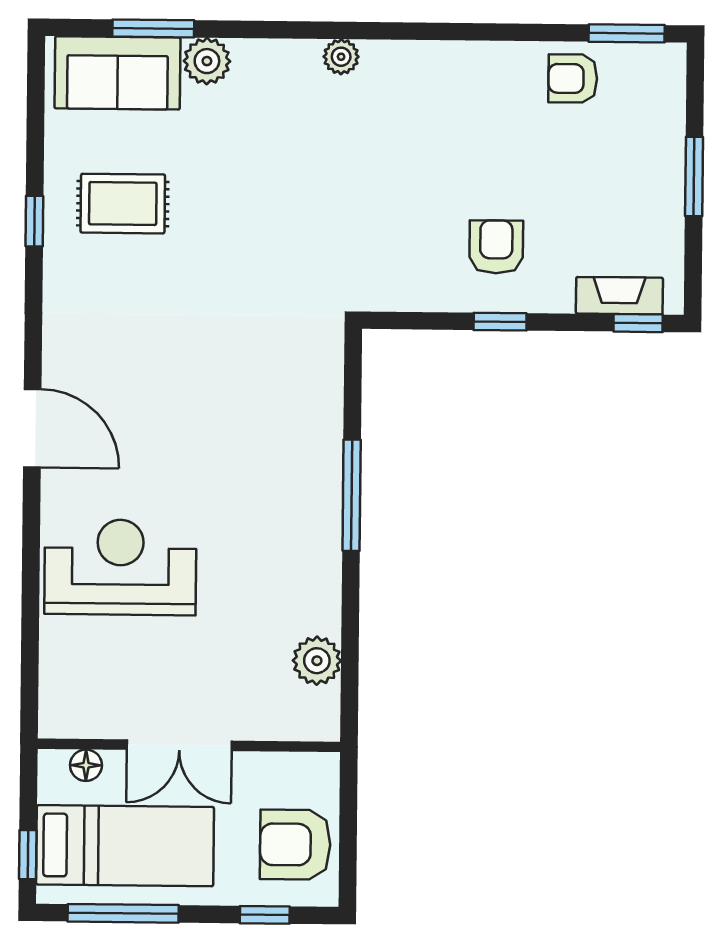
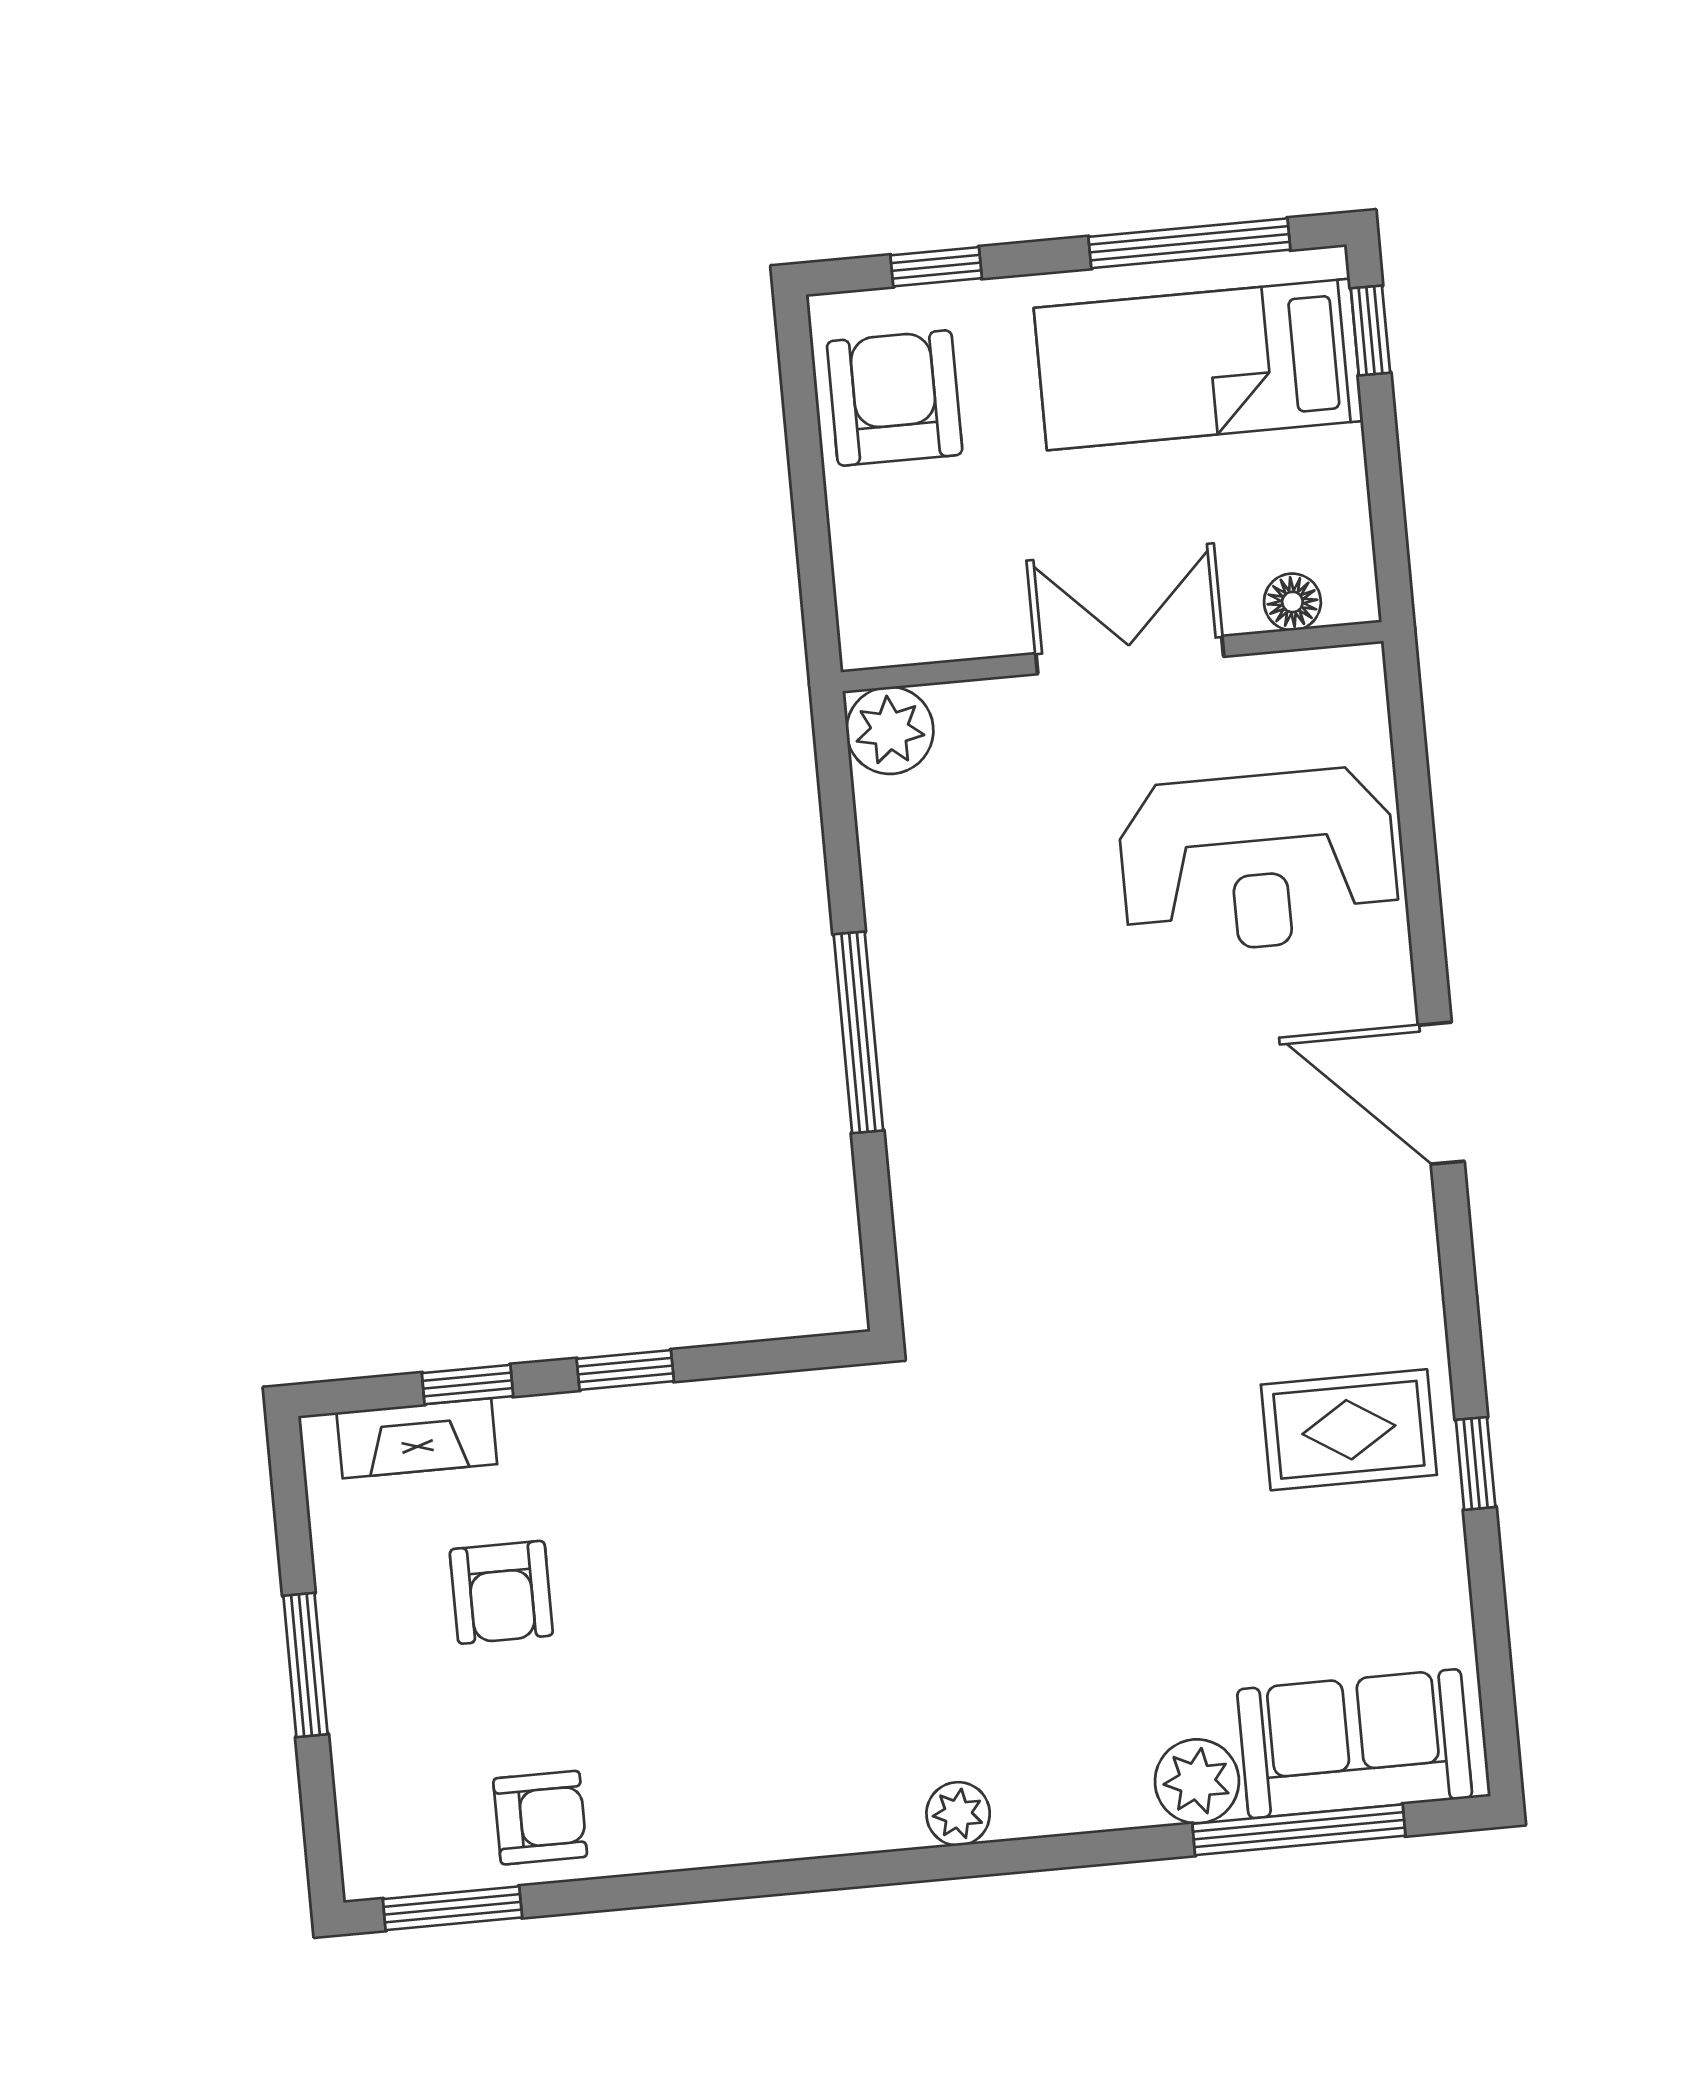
window: (153, 28) -> (1299, 1830), width x1.44
rug: (123, 204) -> (1349, 1430), moved
armchair: (496, 247) -> (501, 1592), moved
window: (638, 323) -> (468, 1385), moved
double door: (179, 745) -> (1130, 655), moved
wall: (189, 745) -> (1112, 657), moved
floor lamp: (86, 765) -> (1292, 602), moved
armchair: (295, 845) -> (895, 398), turned -90

